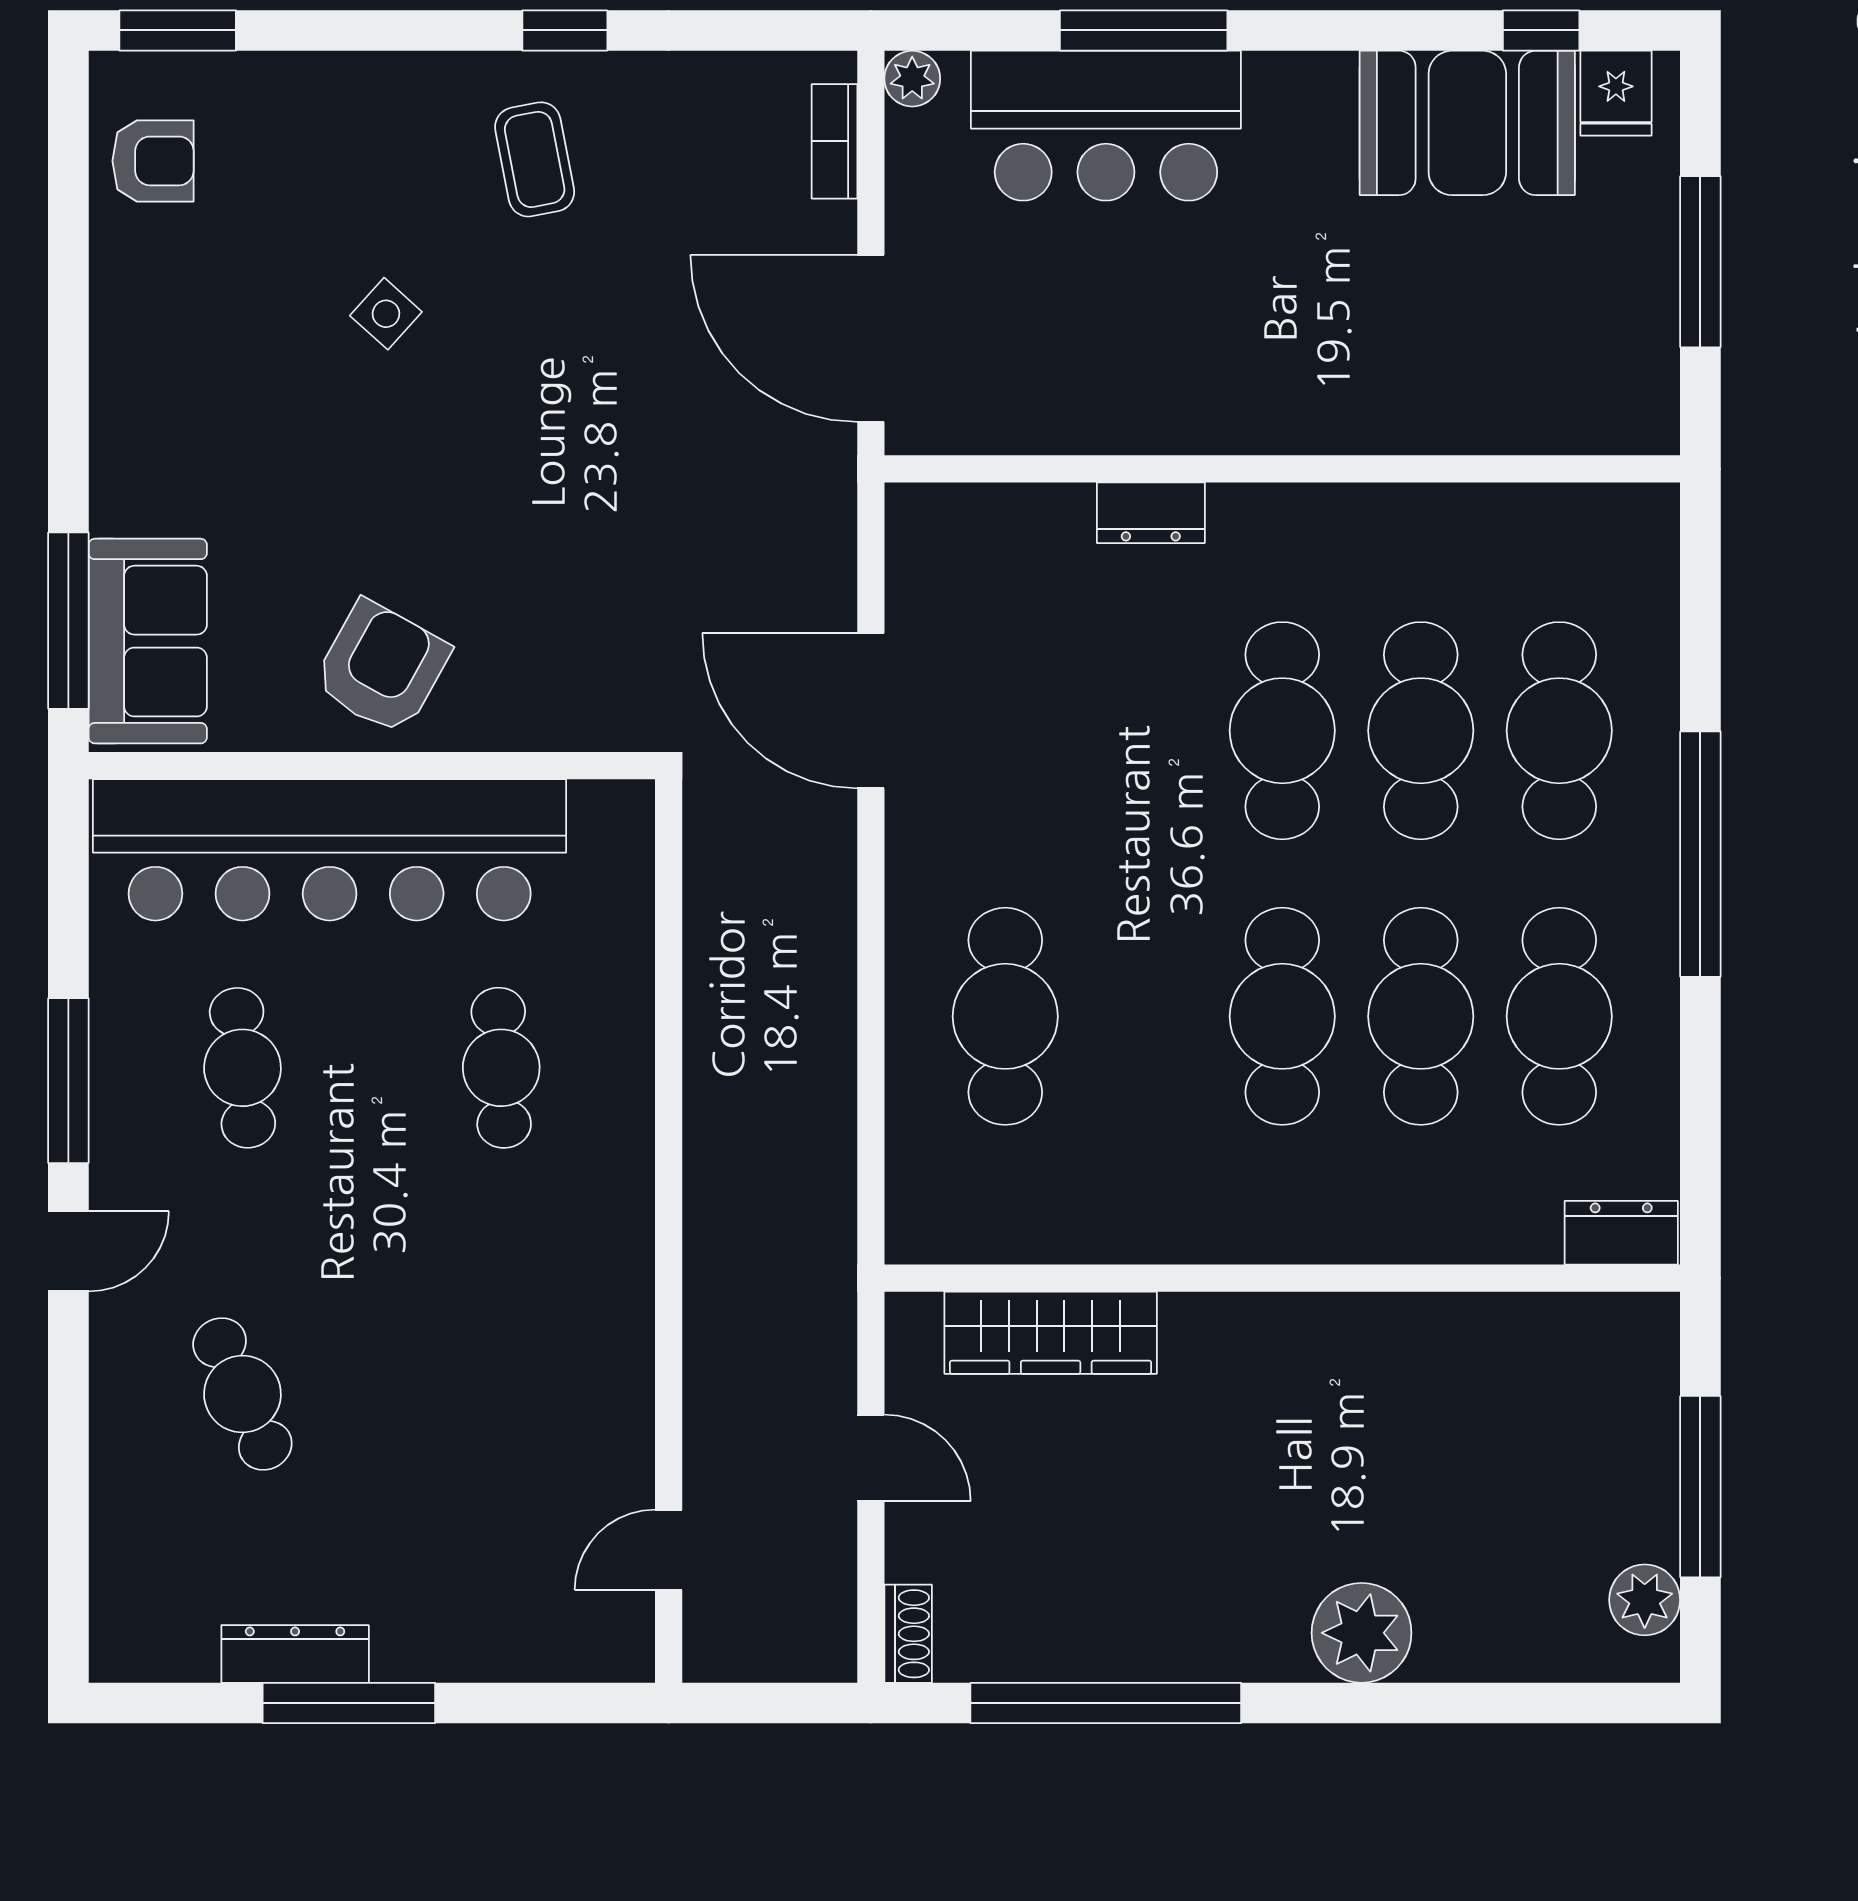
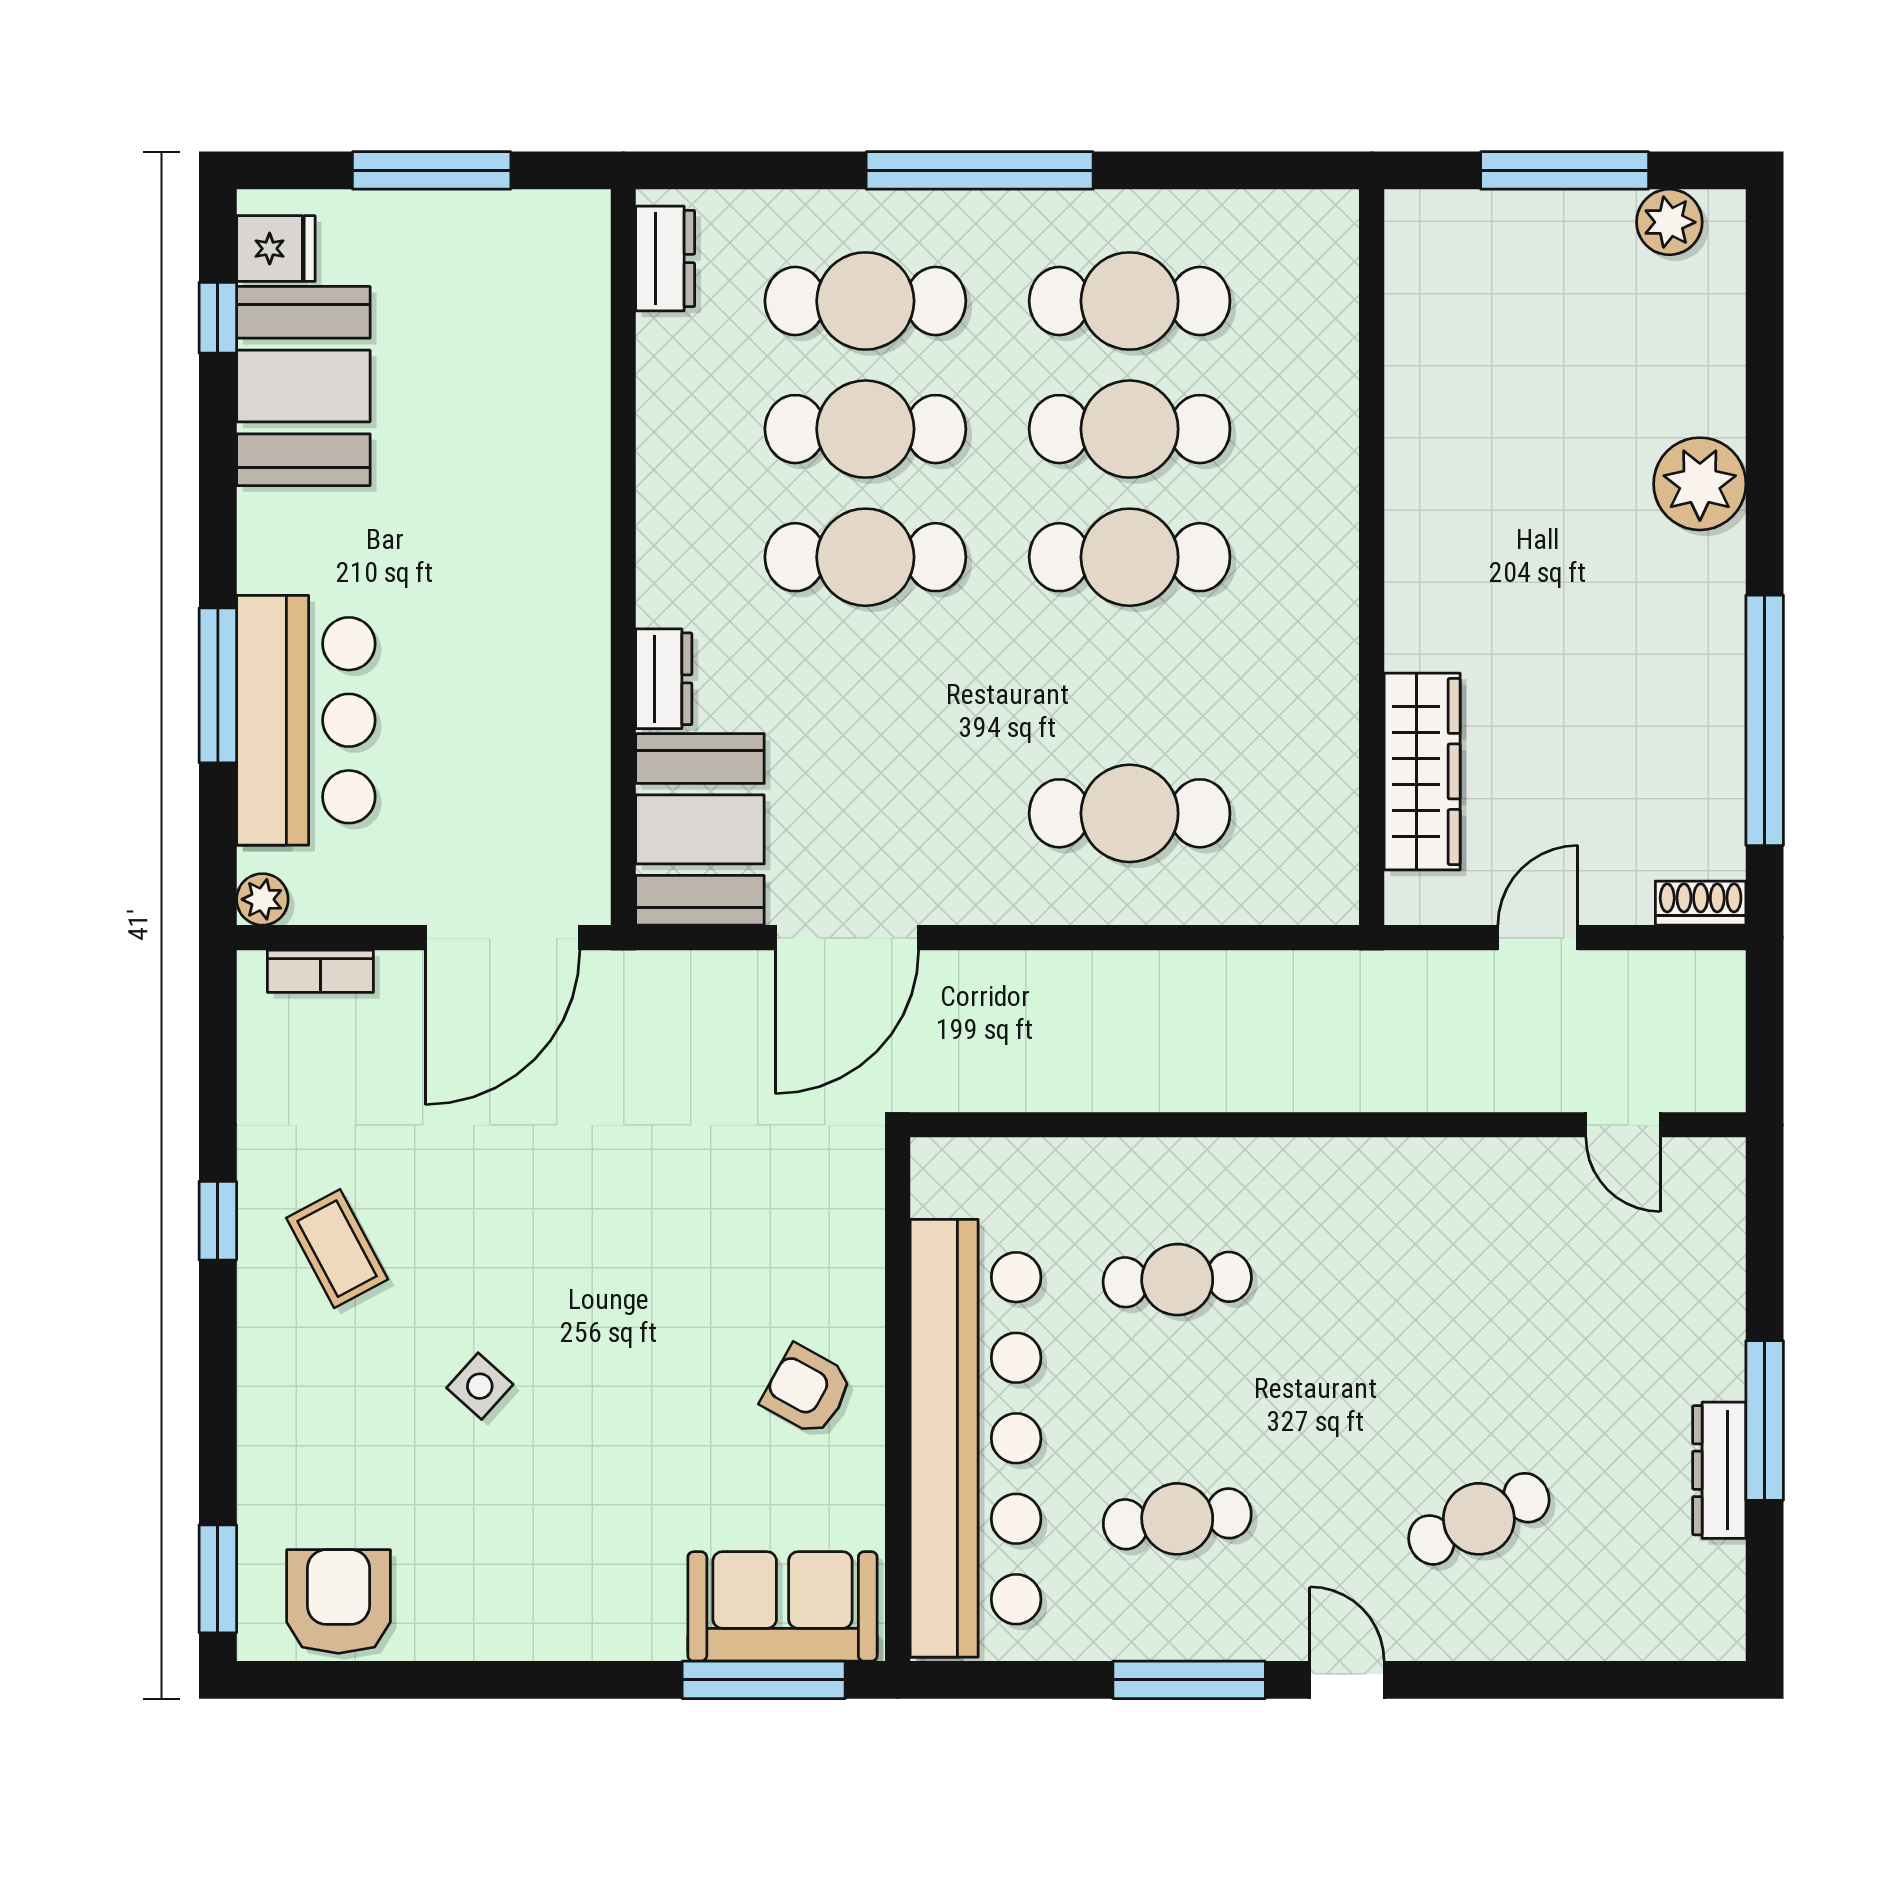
coffee table: (535, 159) -> (337, 1249), turned 73
armchair: (153, 161) -> (338, 1602), width x1.38, depth x1.38
booth: (988, 552) -> (700, 829), added
armchair: (382, 668) -> (807, 1390), width x0.72, depth x0.72
dresser: (1621, 1233) -> (665, 258), moved, turned 180

